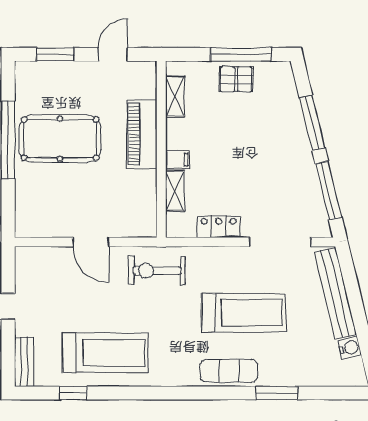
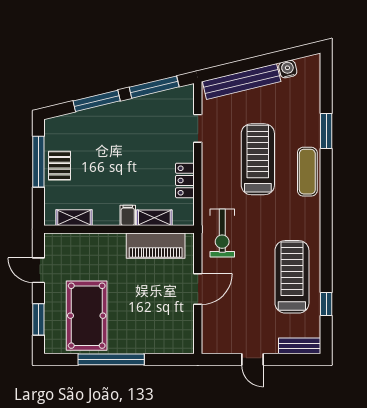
piano: (142, 134) -> (156, 246), moved
pool table: (60, 139) -> (87, 316), moved
doorway: (280, 242) -> (198, 128), width x0.53

